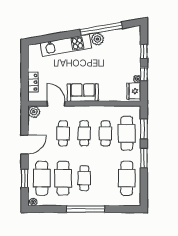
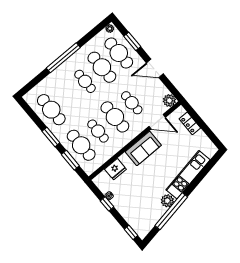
window: (144, 51) -> (131, 232), moved
fridge: (134, 91) -> (115, 169), moved, turned 90
cafe table: (84, 133) -> (115, 117), width x1.37, depth x1.35
door: (25, 145) -> (155, 68), hinge flipped

